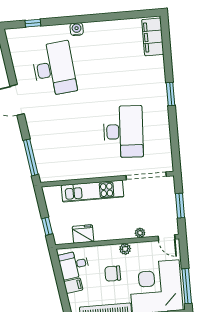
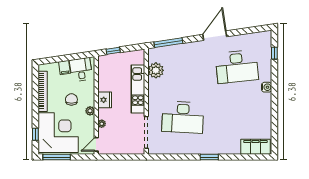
plant: (67, 171) -> (156, 70), added
window: (180, 206) -> (121, 157), removed
fridge: (83, 234) -> (105, 100), moved

